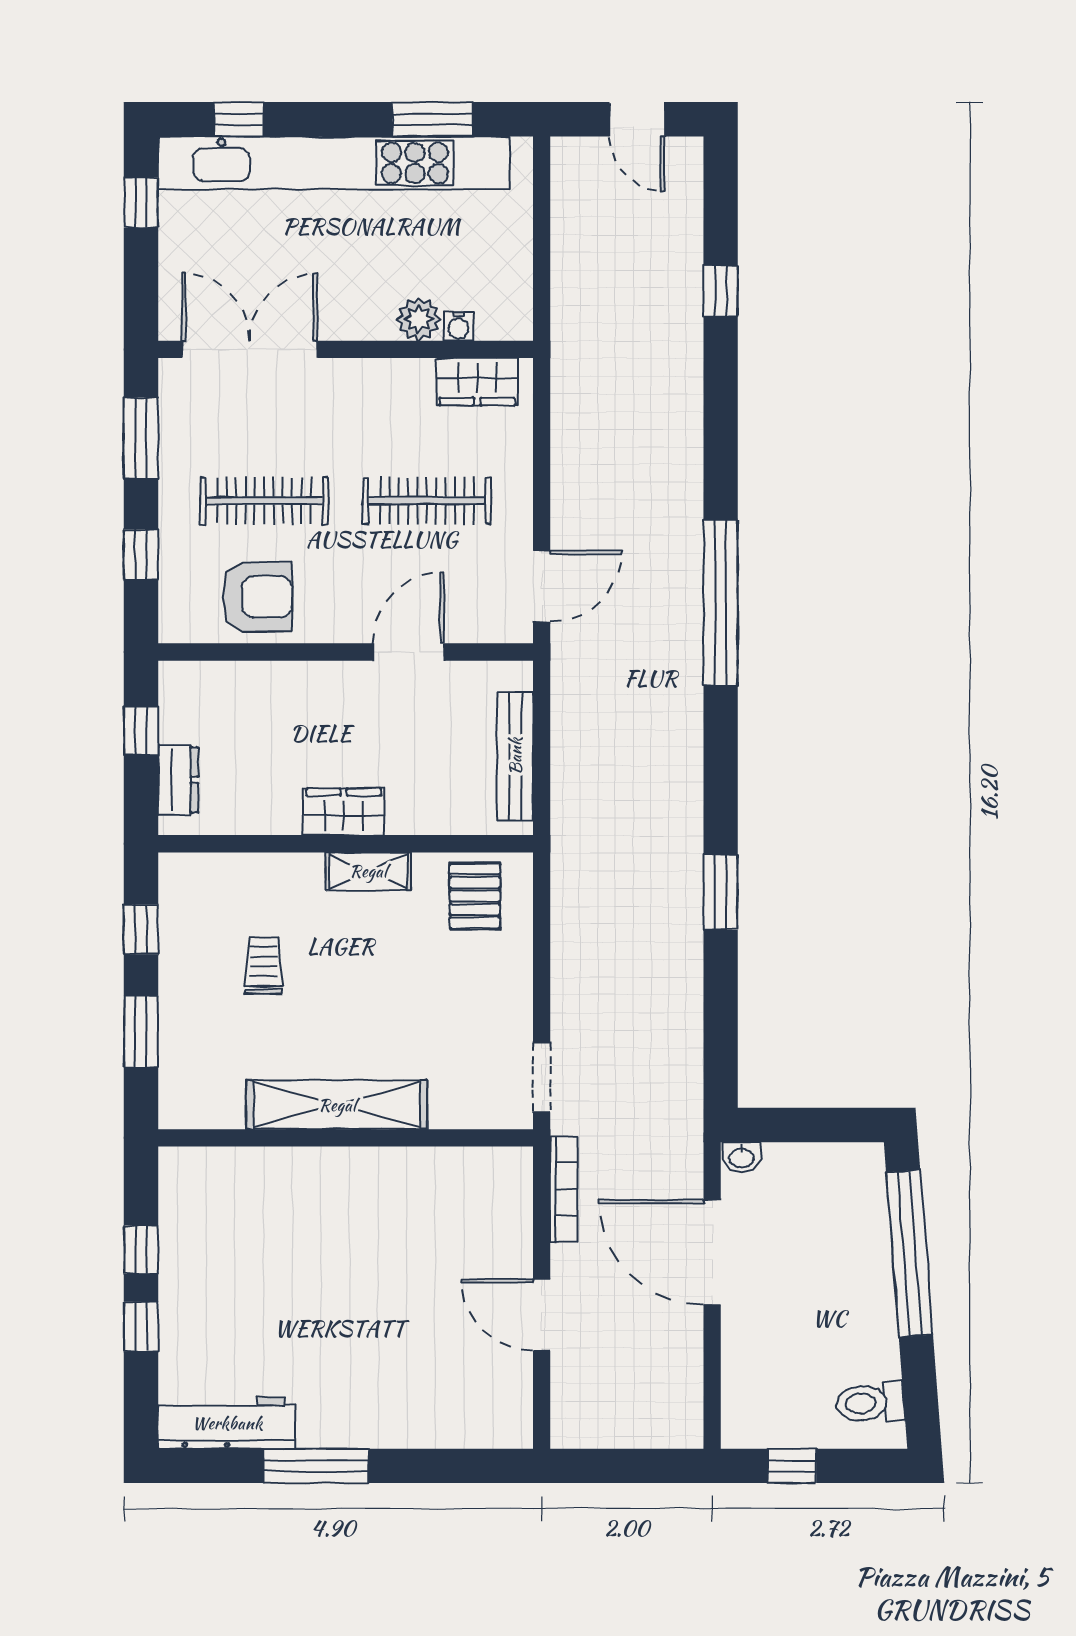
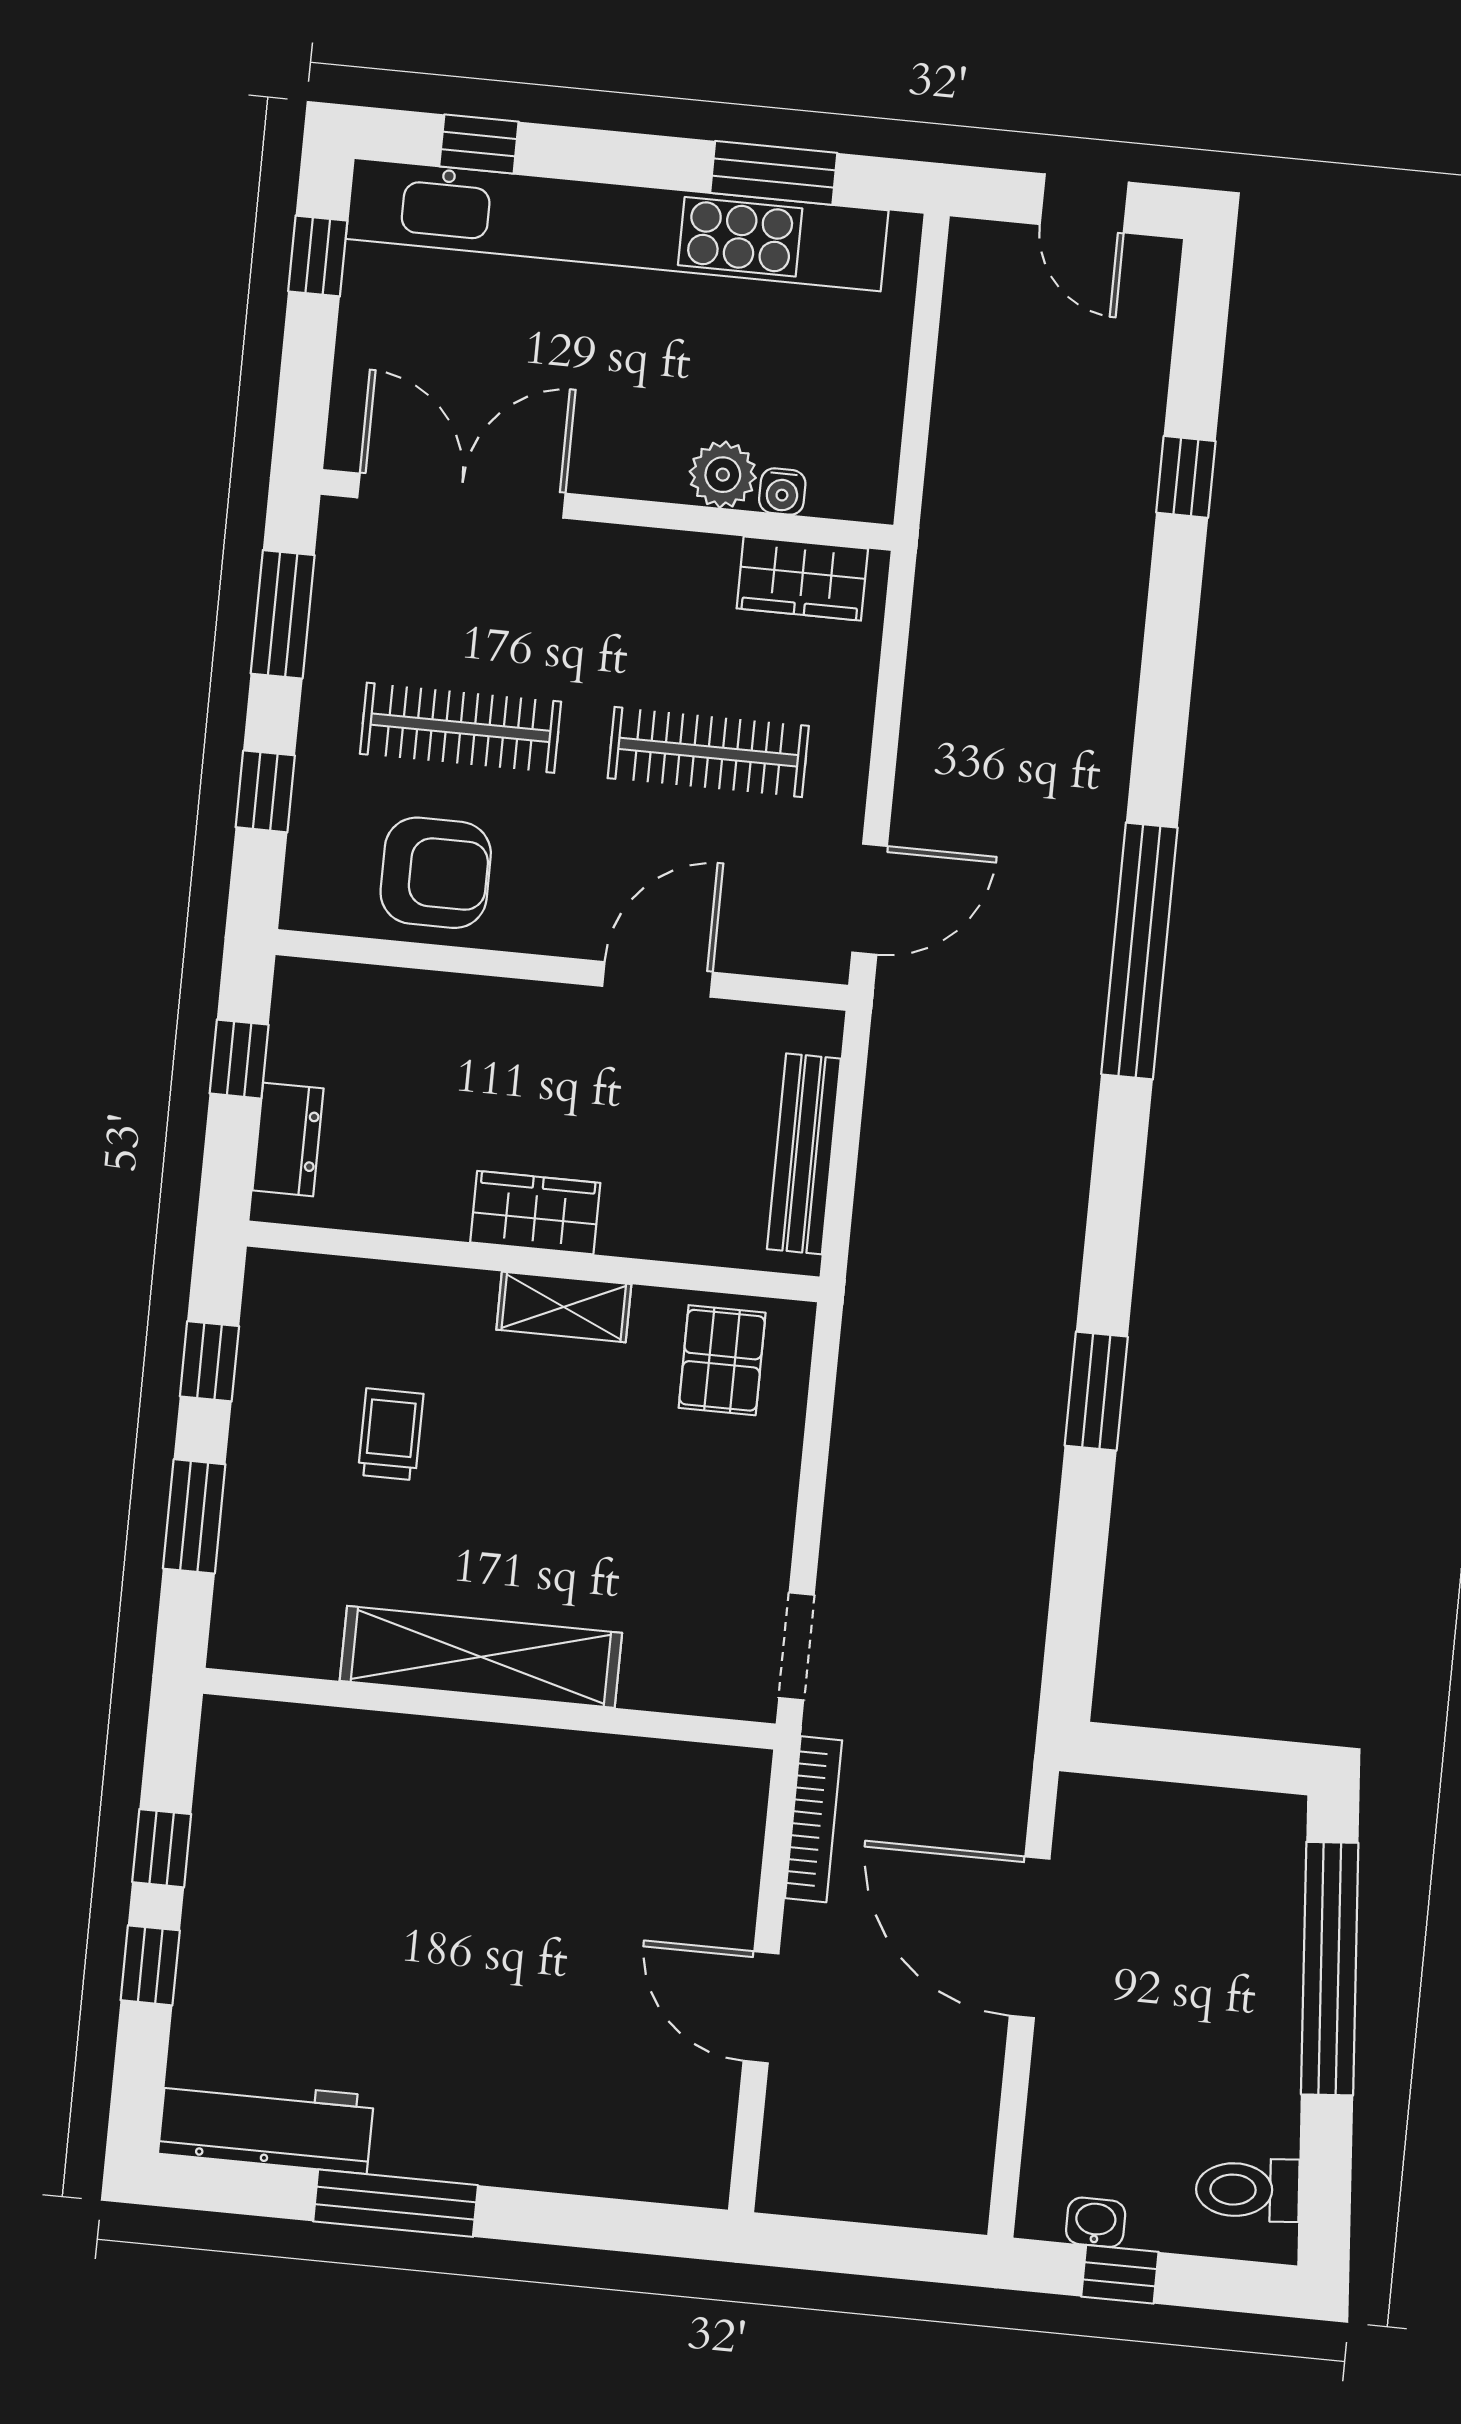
washbasin: (741, 1157) -> (1096, 2222), moved, turned 180

